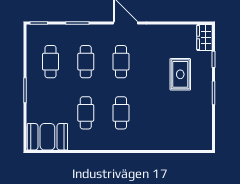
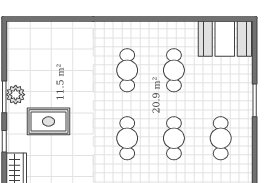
rug: (180, 74) -> (48, 121), turned 90
plant: (205, 95) -> (16, 95), added

